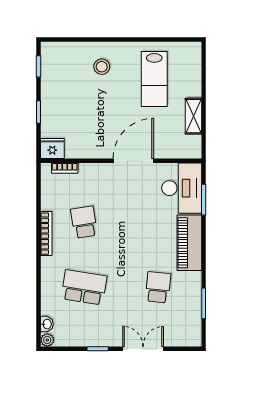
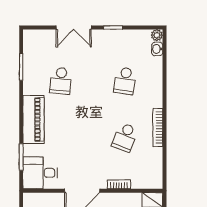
bookcase: (65, 168) -> (119, 184), moved
desk: (182, 188) -> (40, 173), width x0.73
school desk: (84, 222) -> (125, 137), turned 30
school desk: (84, 287) -> (125, 81), width x0.54

